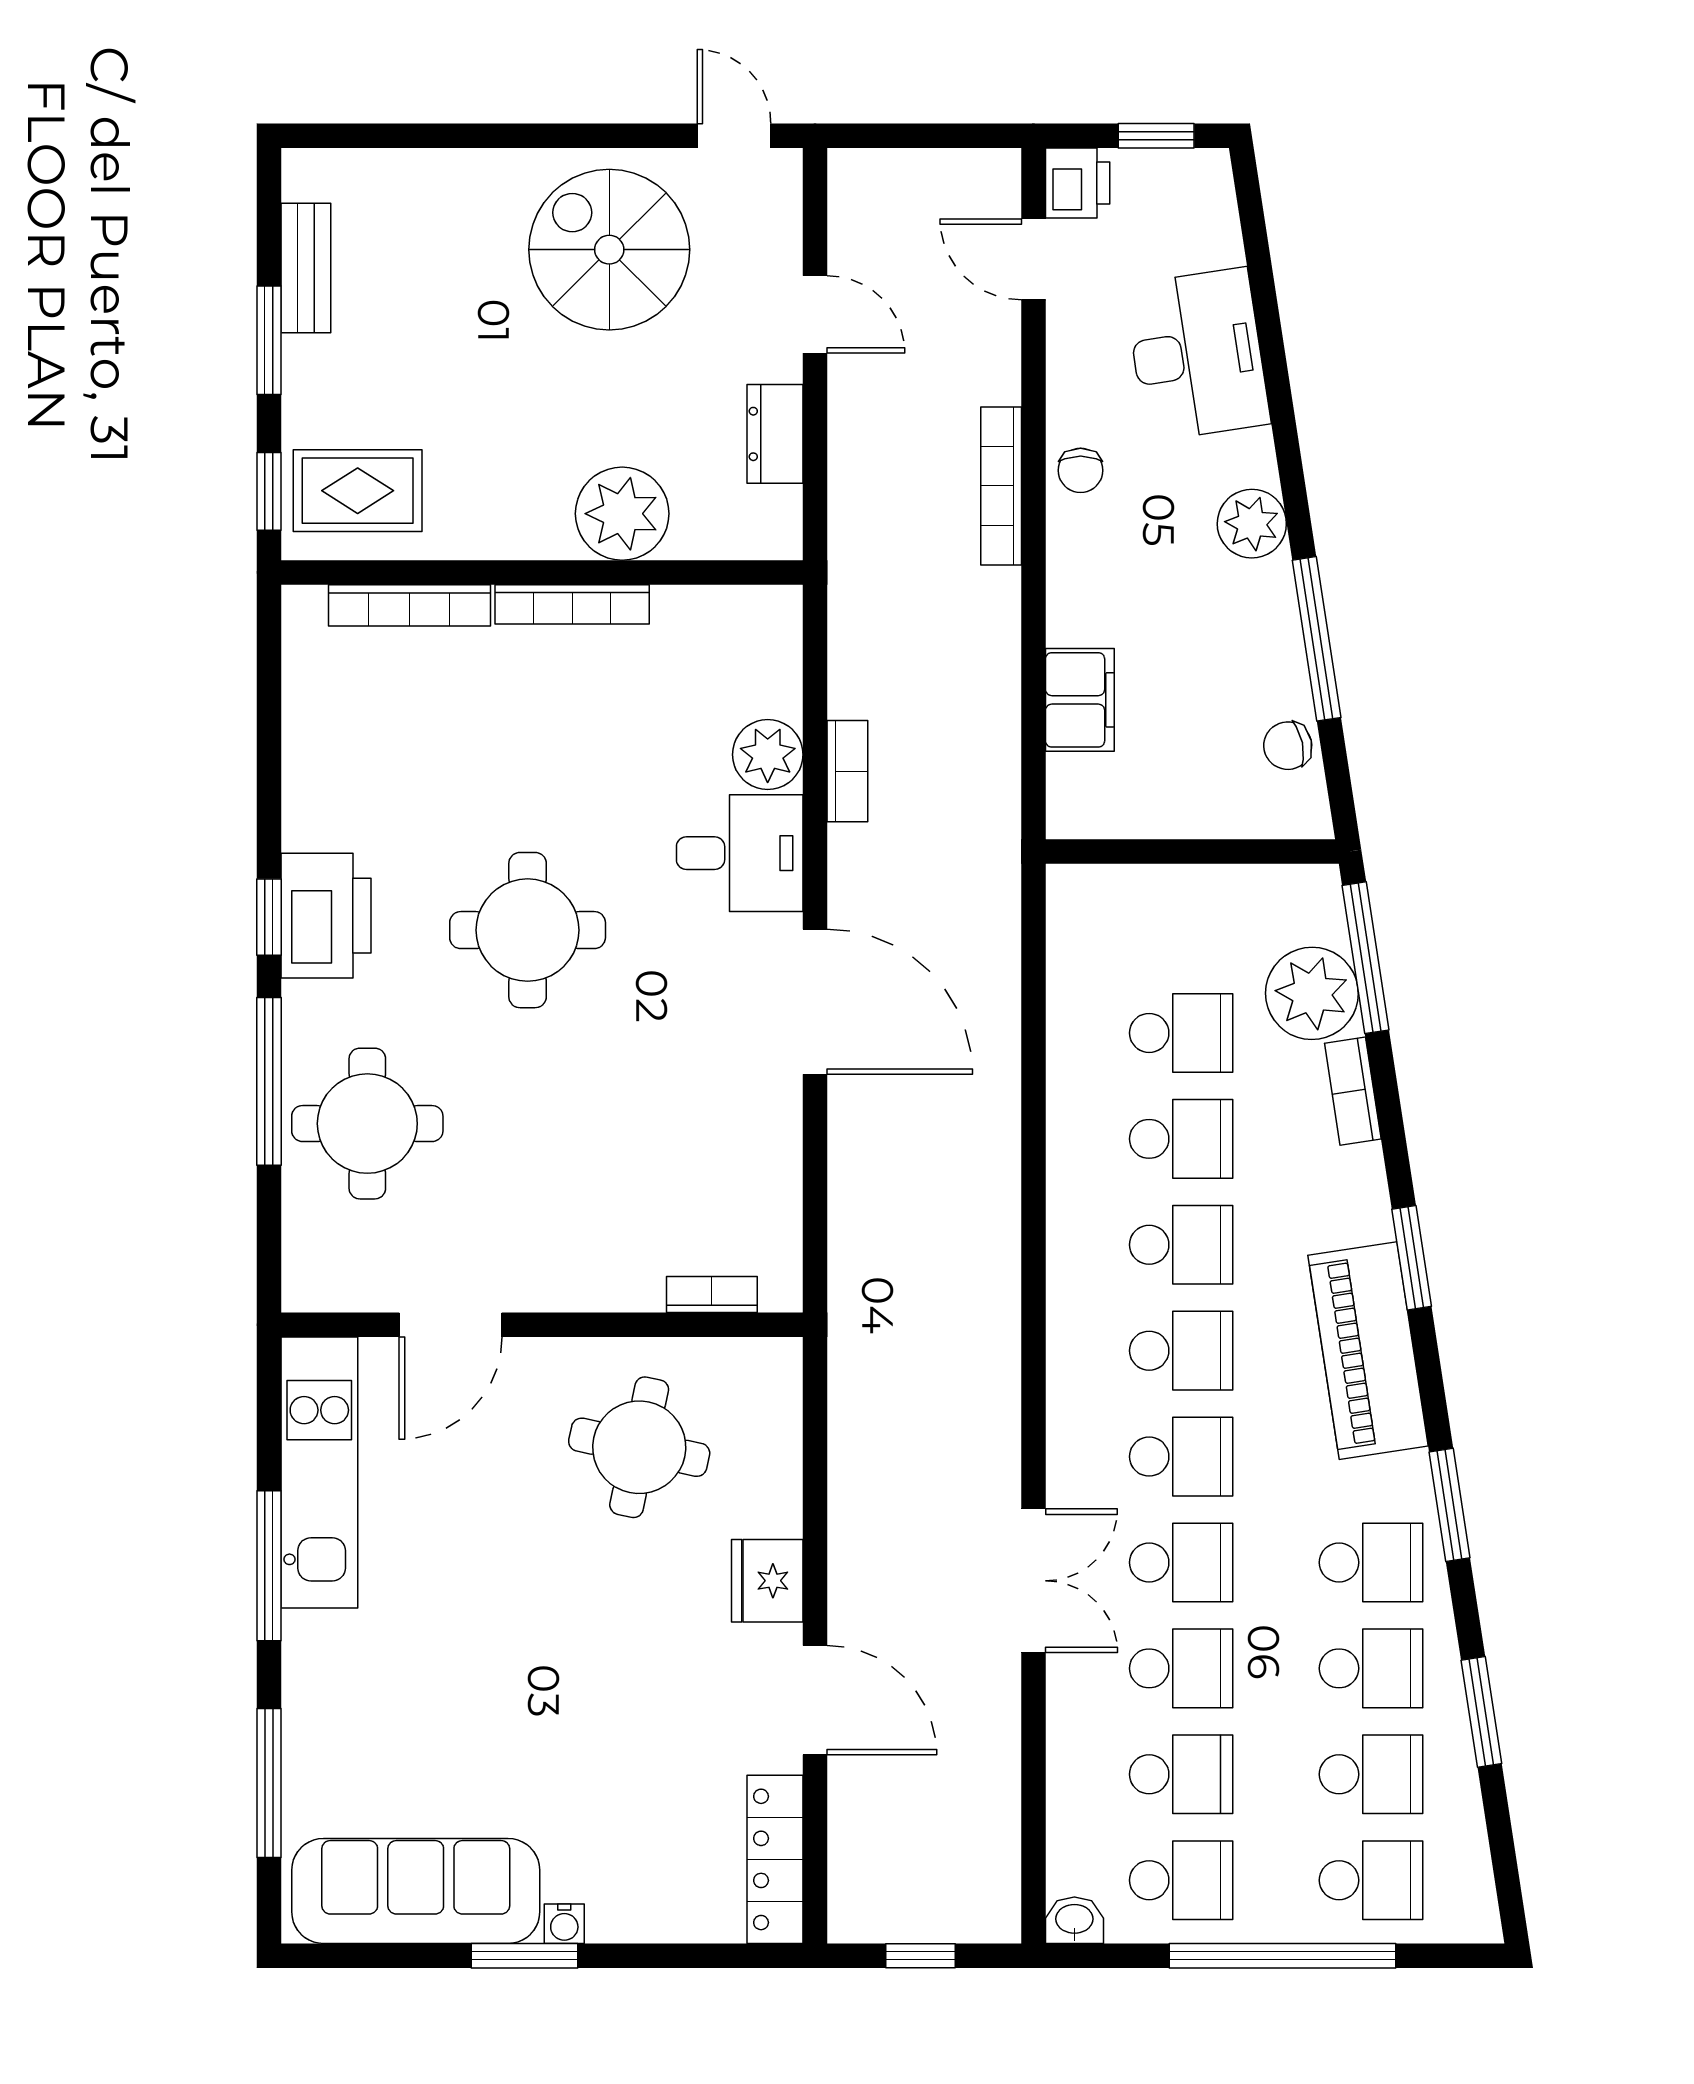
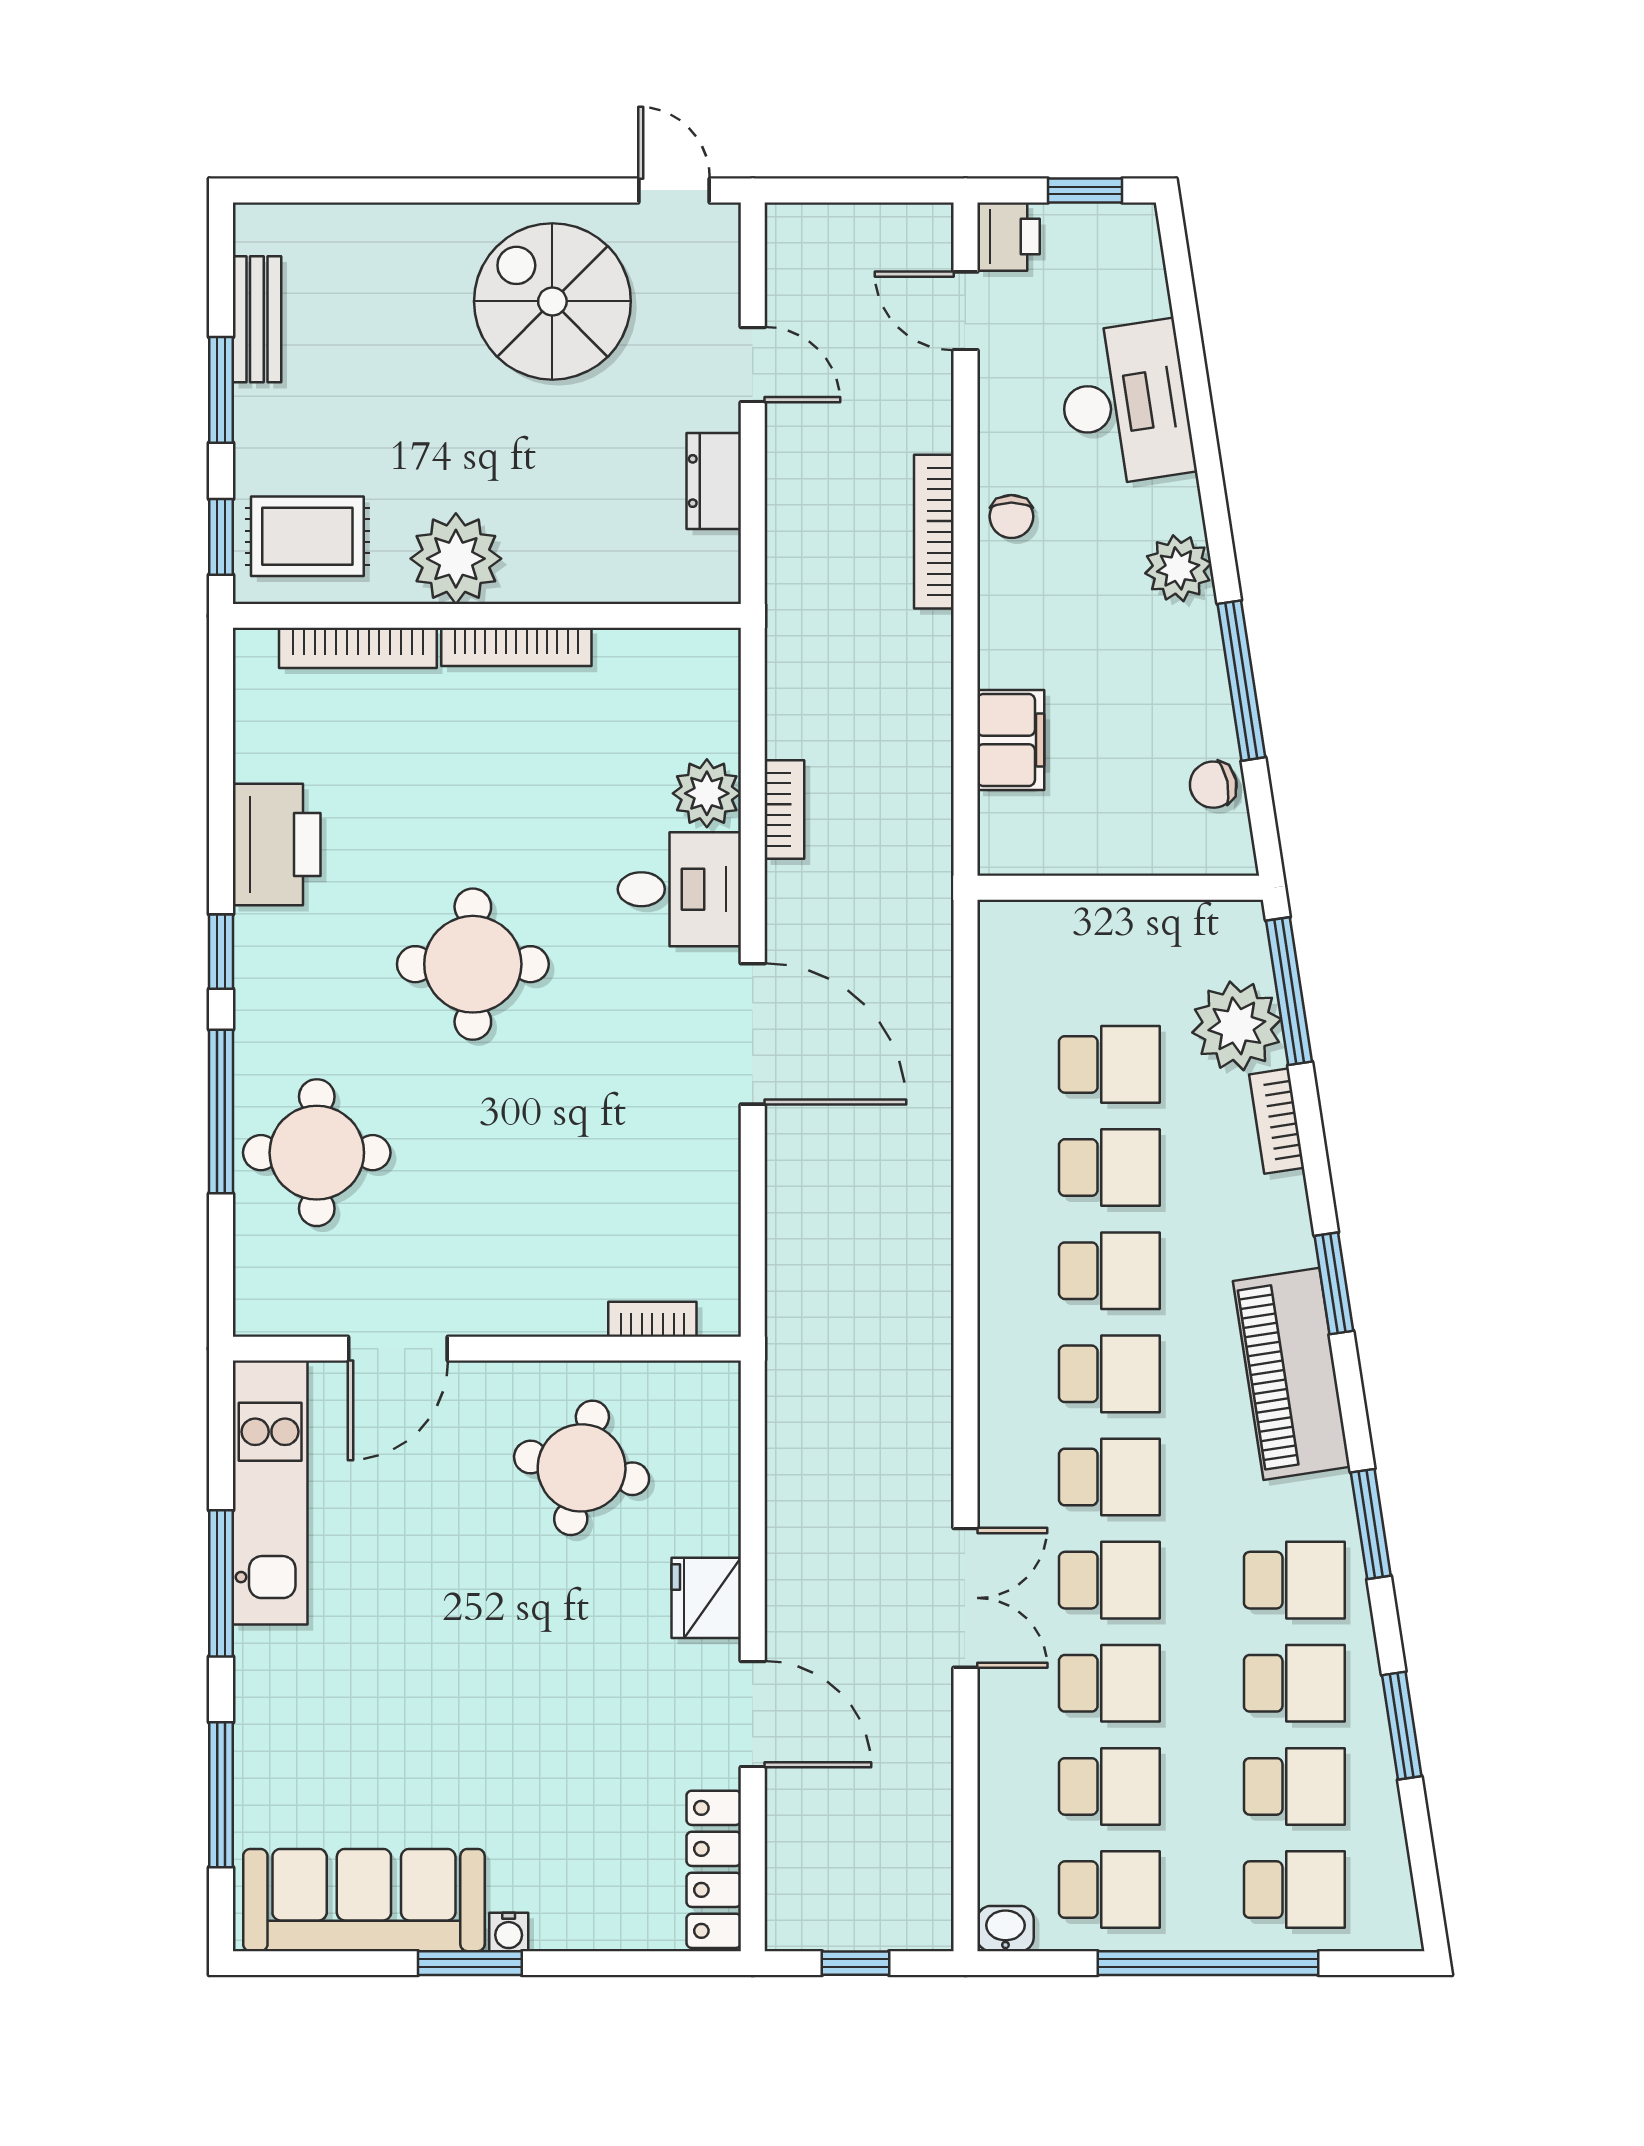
plant: (622, 514) -> (456, 559), moved
printer: (326, 916) -> (277, 844), moved

